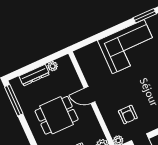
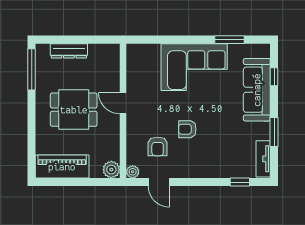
plant: (53, 66) -> (95, 50), removed
armchair: (143, 93) -> (187, 129), added

